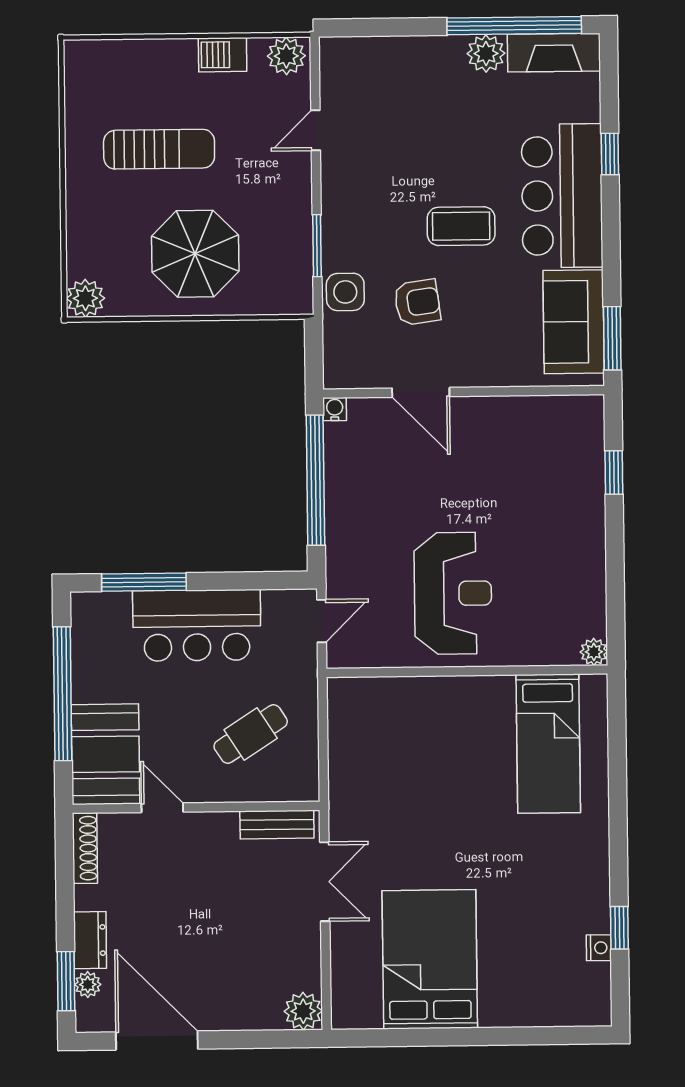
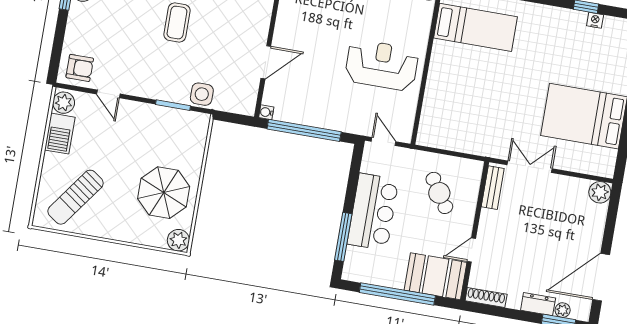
barbecue: (223, 55) -> (60, 134), width x1.38, depth x1.27
sun lounger: (159, 149) -> (76, 197), moved, turned -144
parasol: (195, 254) -> (164, 193), moved
armchair: (417, 302) -> (80, 68), moved, turned 98

